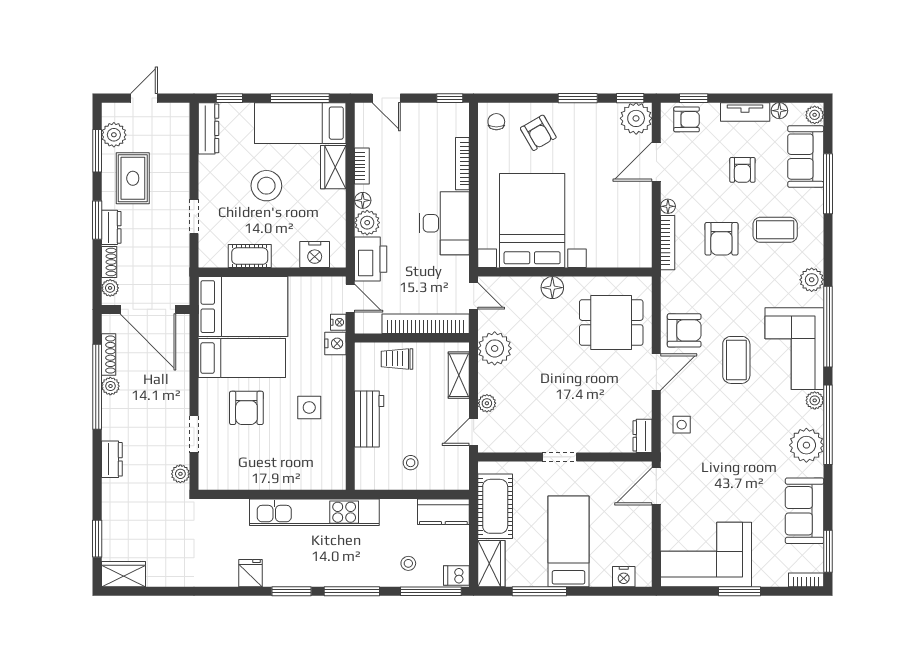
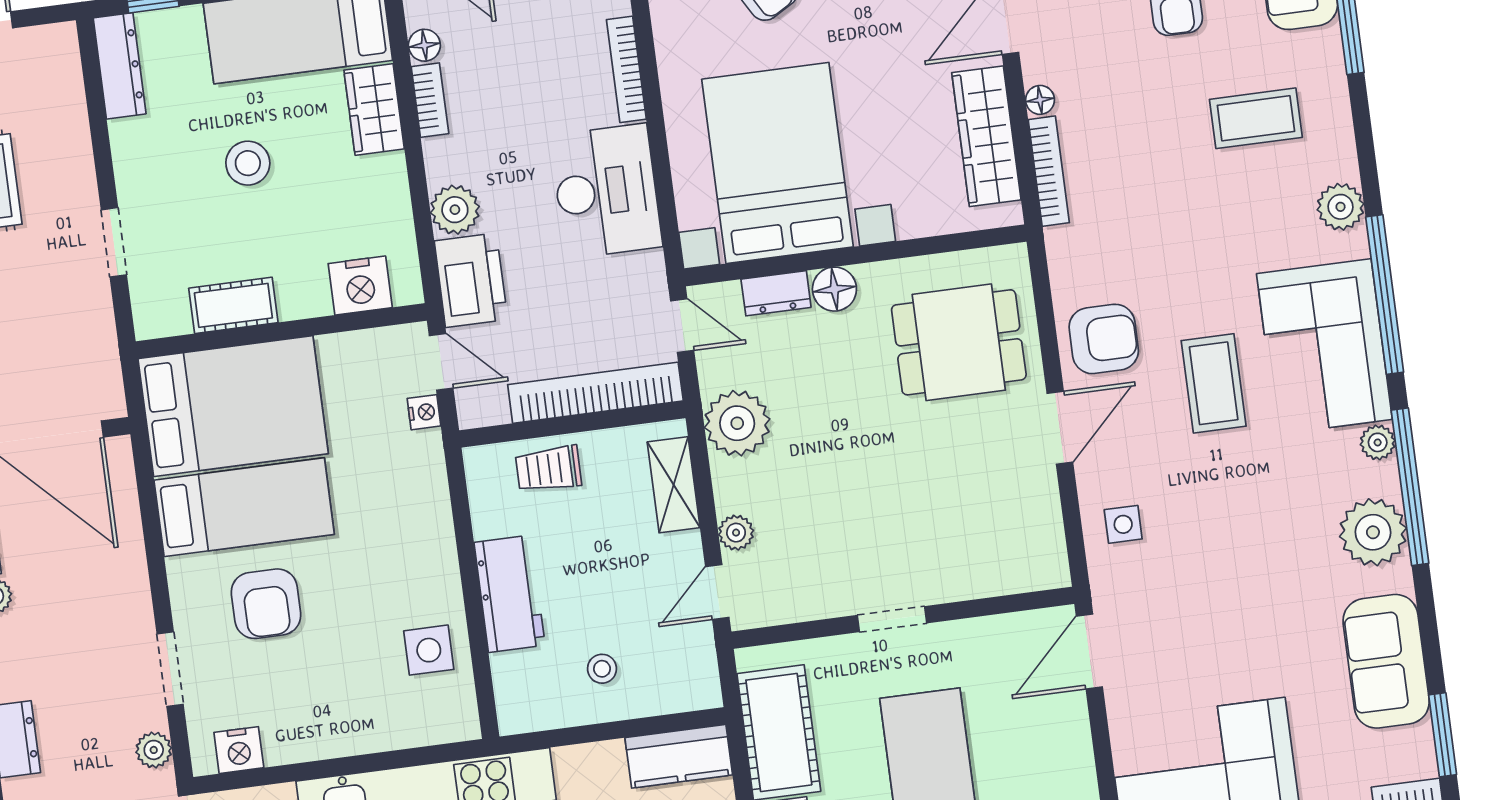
stool: (266, 186) -> (248, 163), width x0.73, depth x0.73
floor lamp: (363, 200) -> (424, 45), moved
wardrobe: (639, 221) -> (986, 136), added
armchair: (721, 239) -> (1153, 150), removed
nightstand: (335, 343) -> (239, 750), moved, turned 90
side table: (309, 407) -> (429, 650), moved
dresser: (642, 436) -> (776, 293), moved, turned -90

